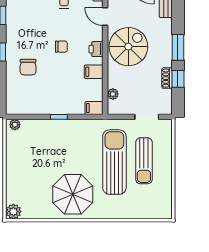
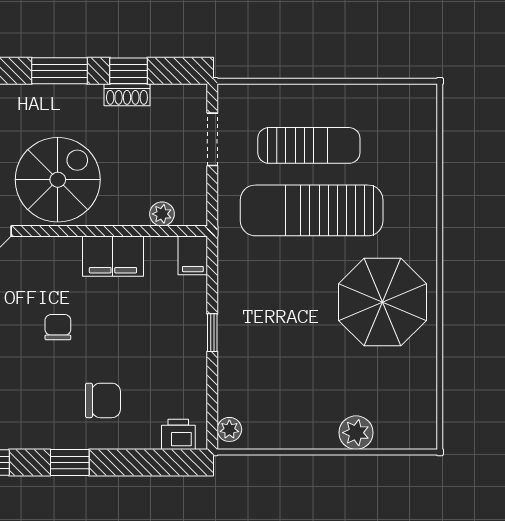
spiral stairs: (128, 47) -> (58, 180), turned 90
printer: (96, 49) -> (178, 434), moved, turned 180
filing cabinet: (94, 72) -> (113, 256), width x2.00
plant: (13, 212) -> (356, 433), moved

